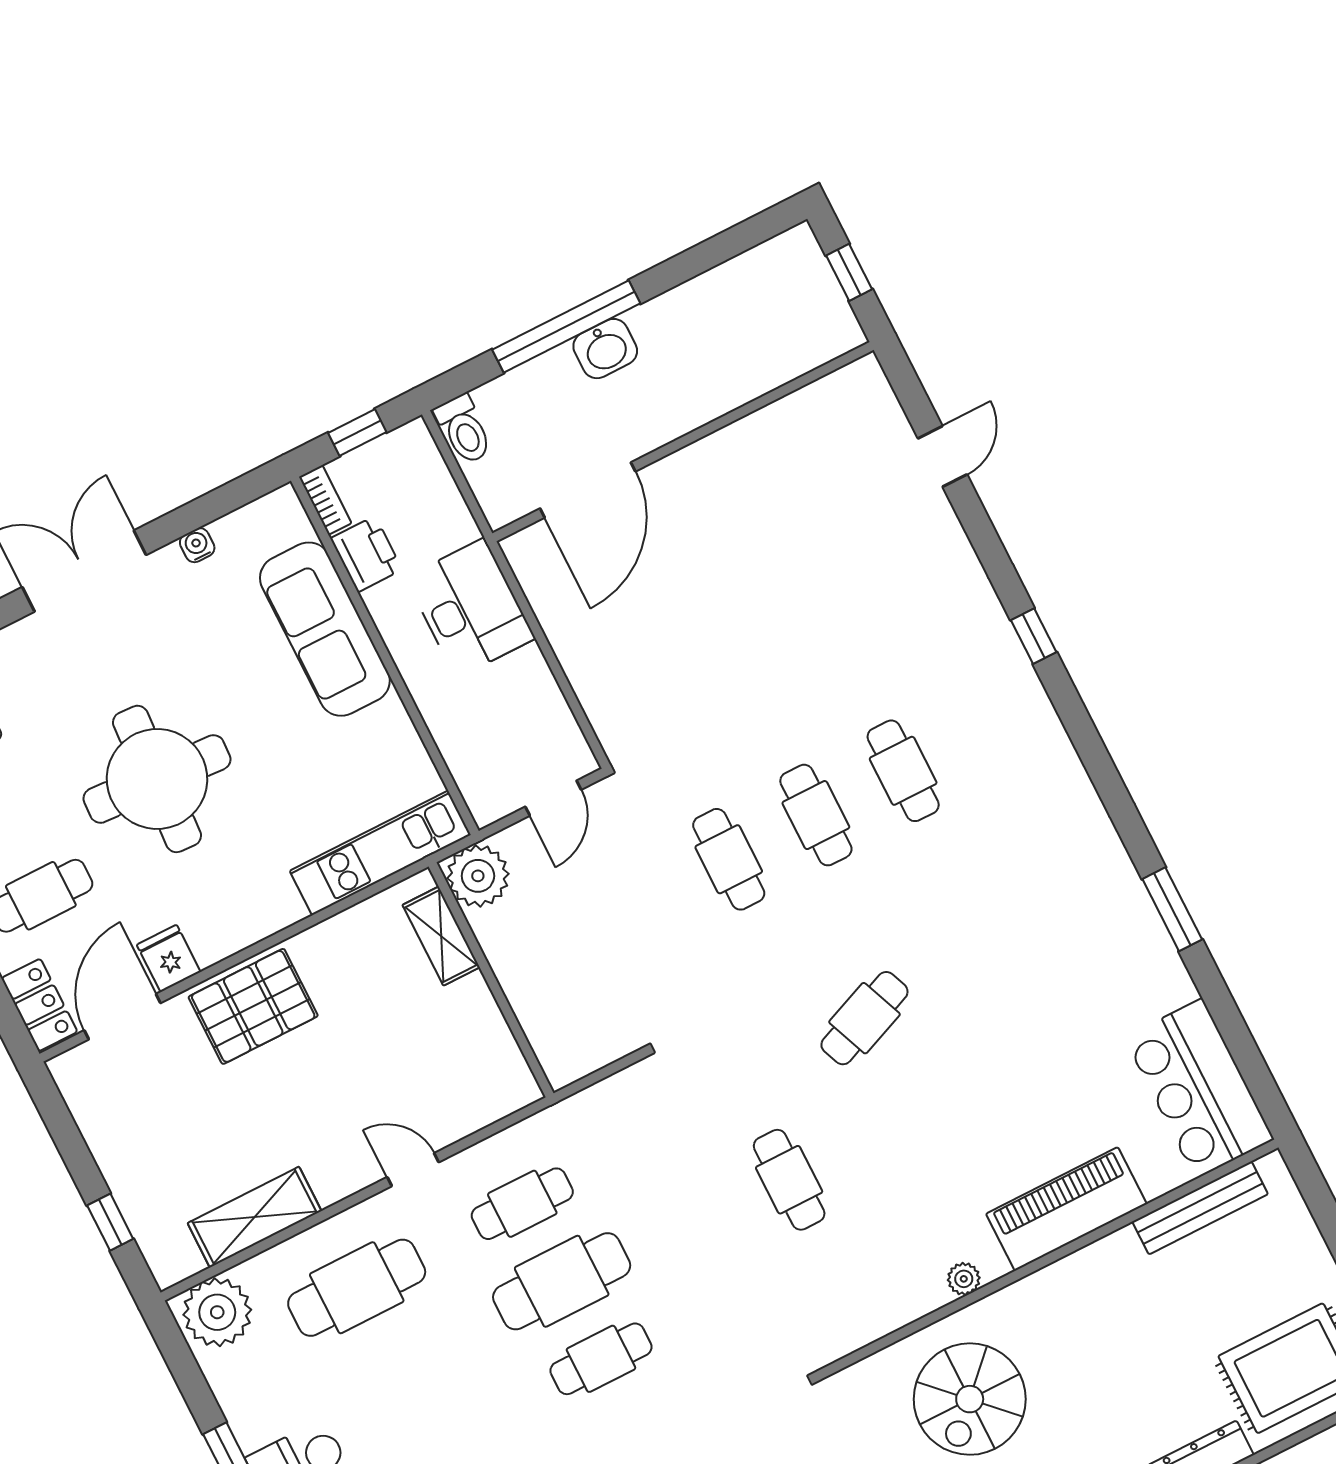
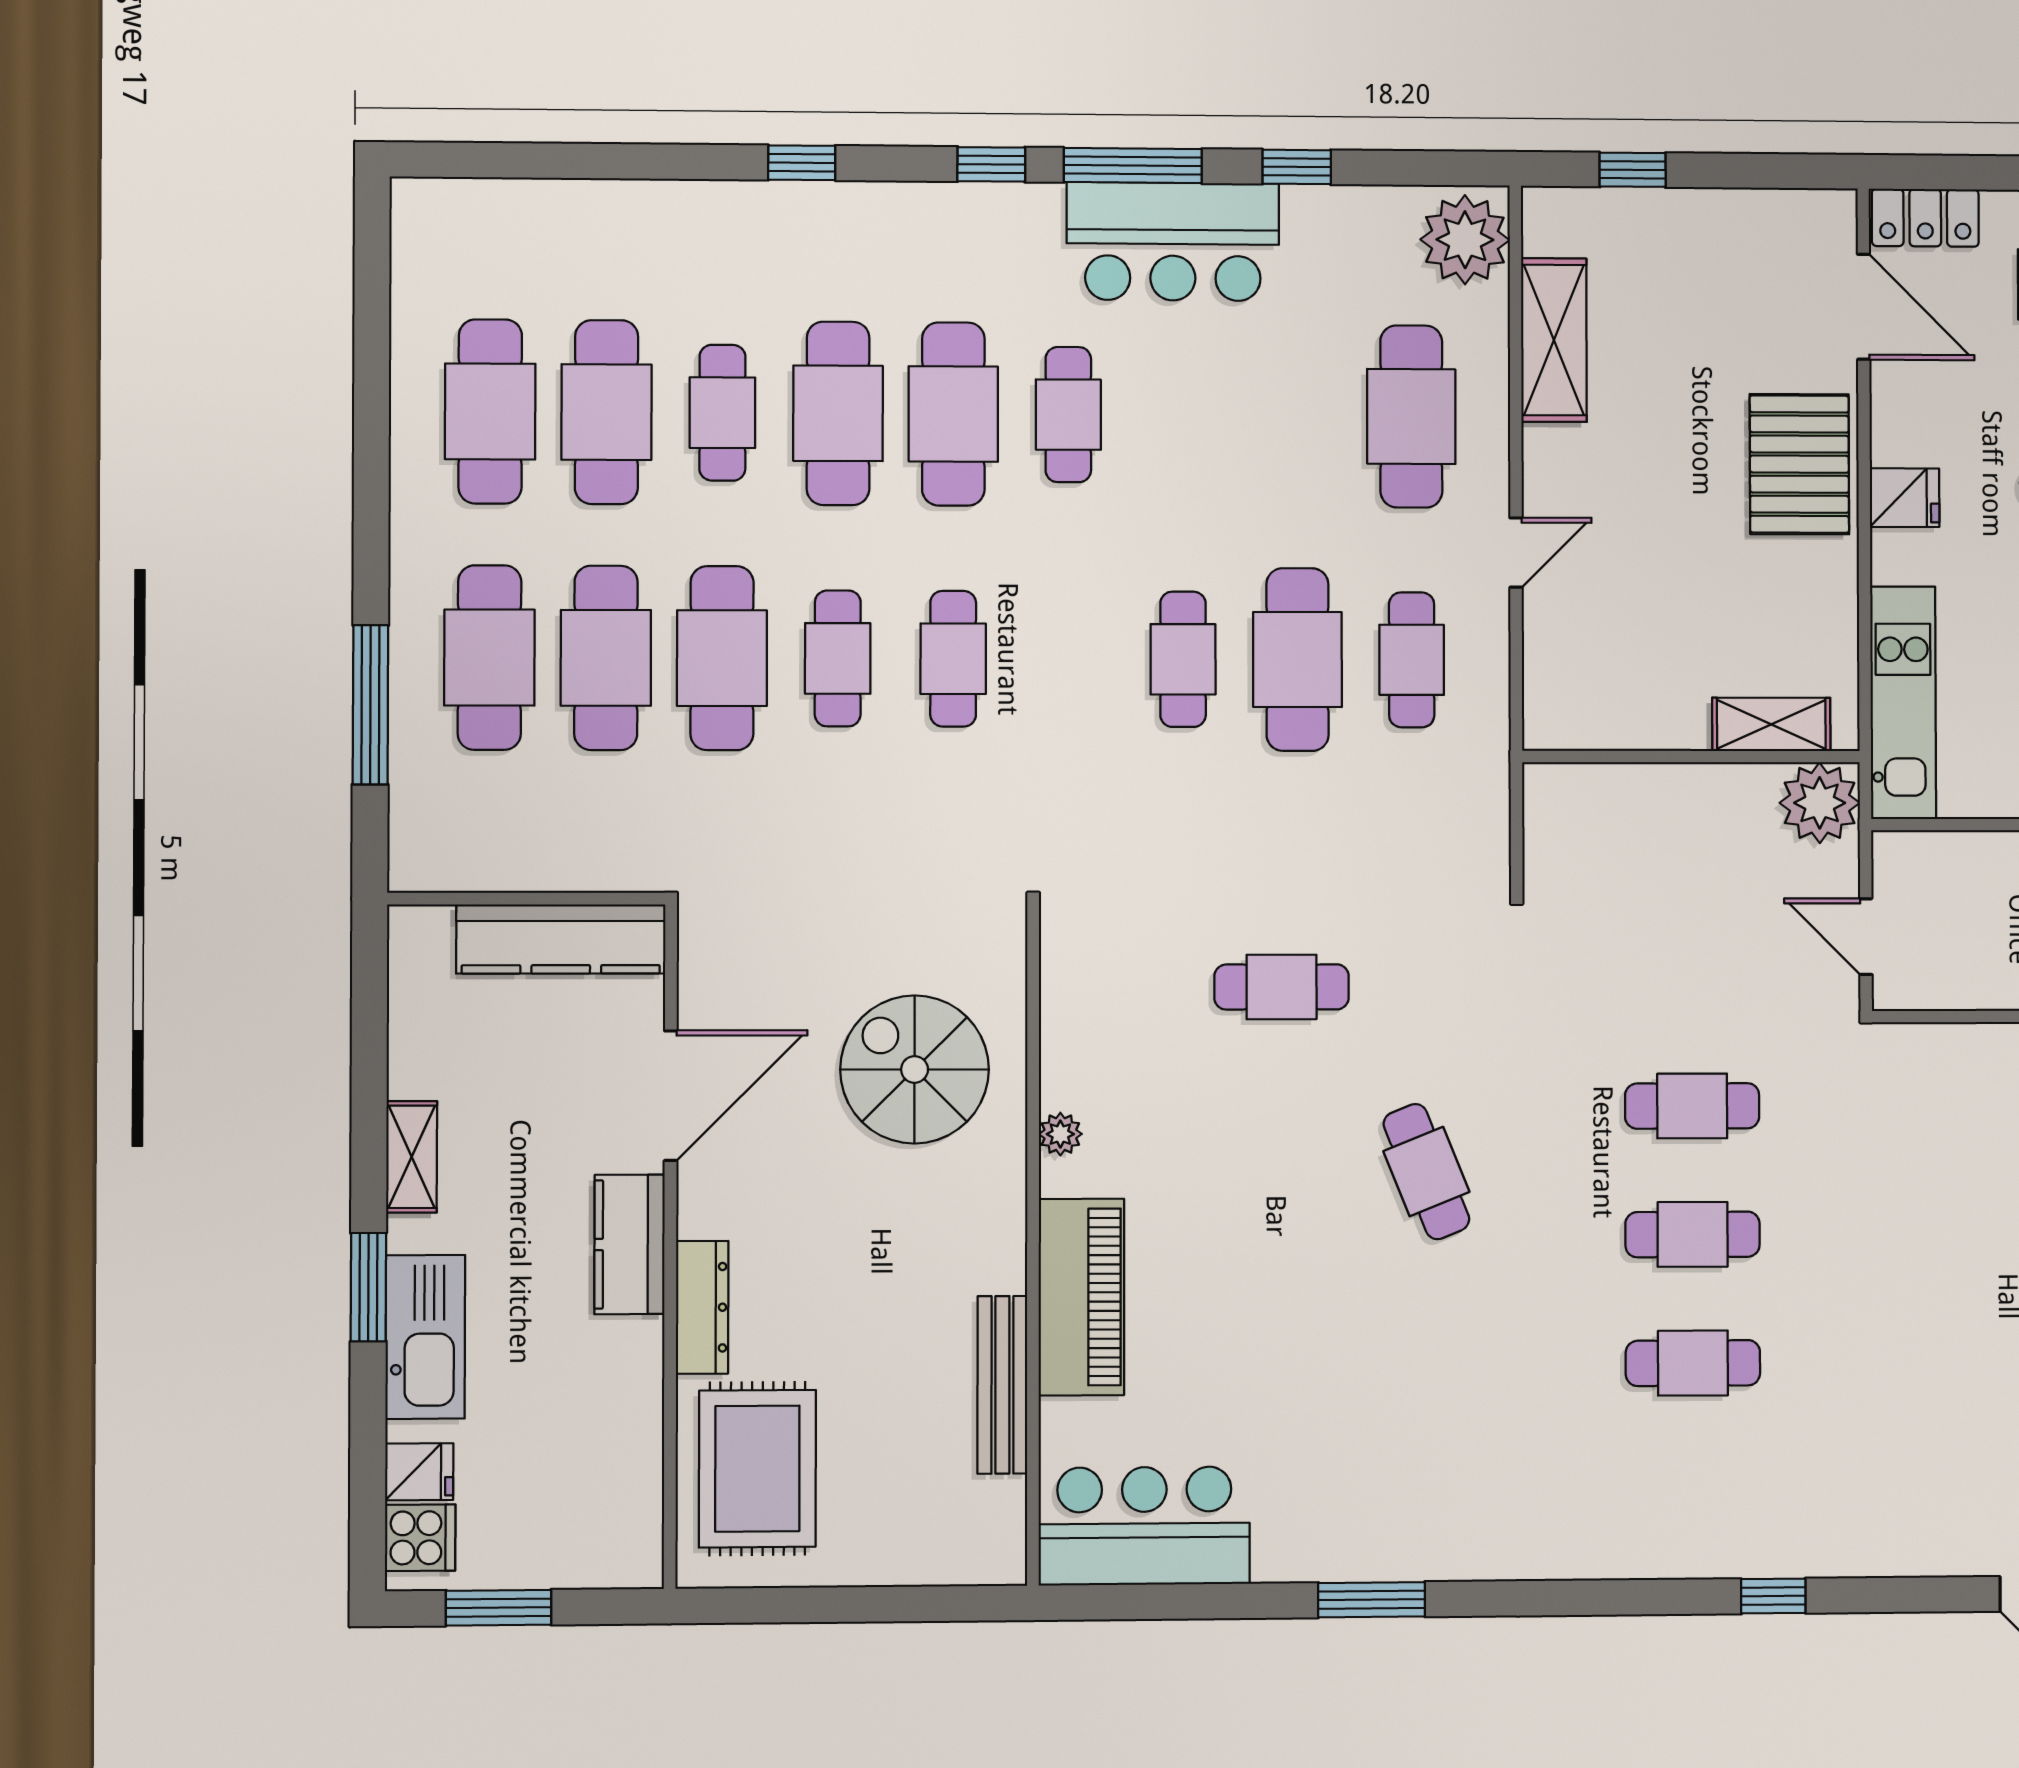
fridge: (169, 958) -> (1905, 498), moved
bench: (1200, 1208) -> (1002, 1385), moved

